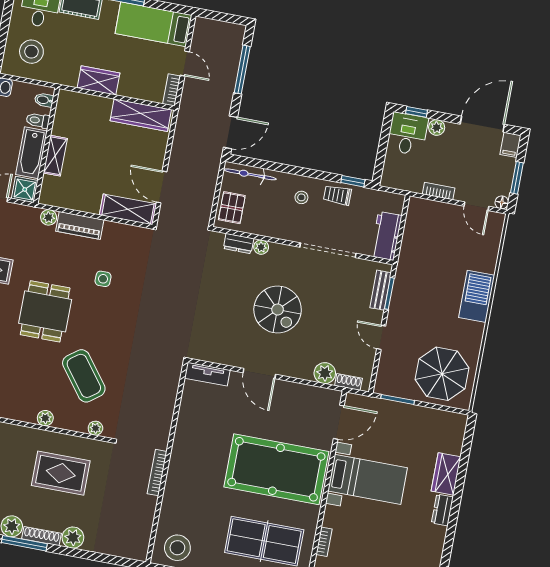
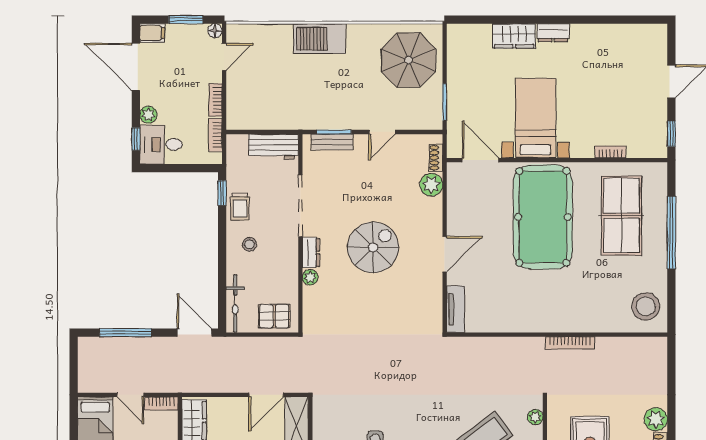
door: (185, 63) -> (130, 395), swing flipped
bookcase: (407, 185) -> (215, 135), added
dresser: (239, 244) -> (311, 253), moved

